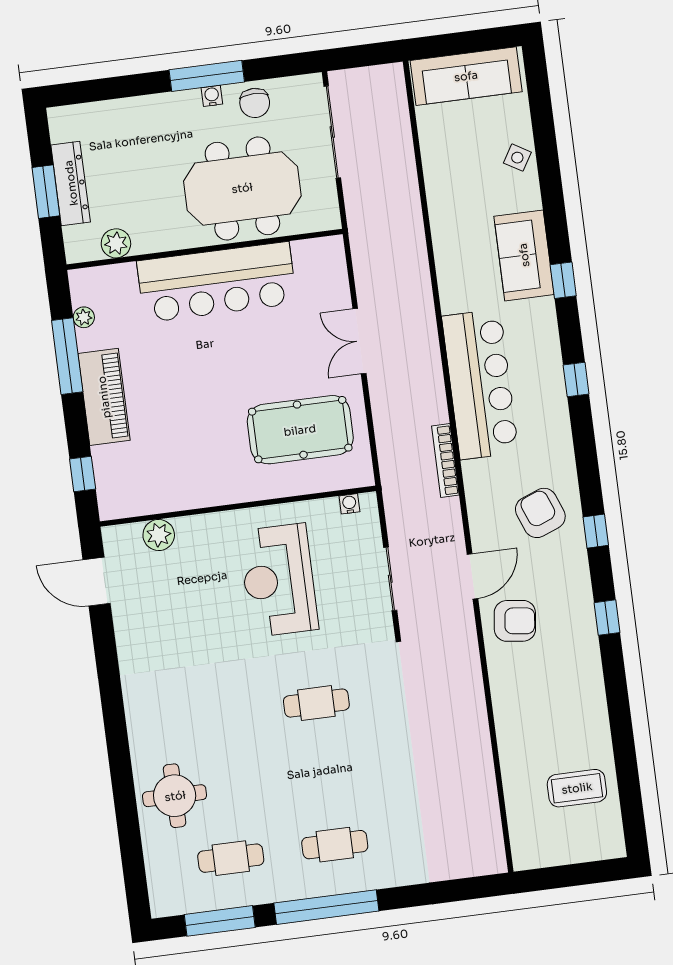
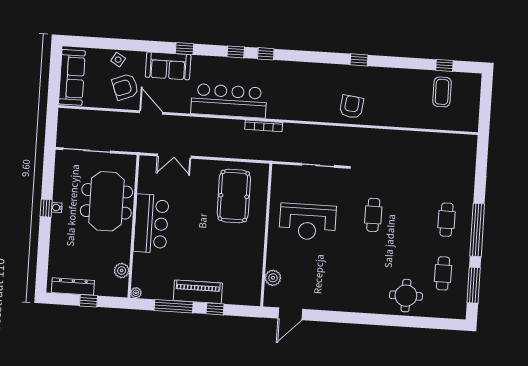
window: (207, 76) -> (46, 208), width x0.46
chair: (255, 103) -> (65, 187), removed
dresser: (71, 183) -> (73, 287), moved
window: (46, 192) -> (89, 301), width x0.67
bar counter: (217, 282) -> (151, 224), width x0.73
plant: (84, 317) -> (136, 293), moved
double door: (359, 341) -> (174, 156), moved
window: (83, 474) -> (215, 309), moved
water cooler: (349, 504) -> (276, 179), removed
armchair: (540, 513) -> (125, 87), moved
window: (596, 531) -> (266, 54), moved
door: (472, 576) -> (151, 112), moved
window: (628, 783) -> (444, 65), added

